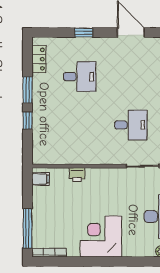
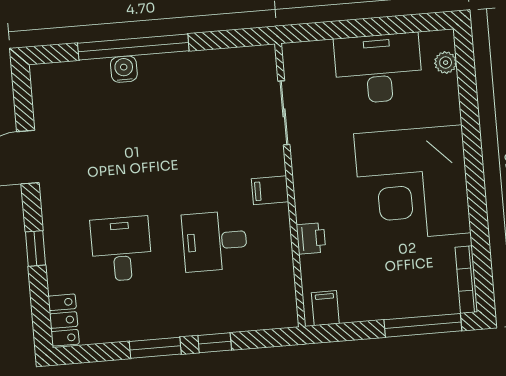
locker: (39, 59) -> (64, 320), moved, turned 90
desk: (131, 125) -> (215, 241), moved, turned -90
filing cabinet: (103, 156) -> (270, 190), added
corner desk: (101, 236) -> (412, 183), width x1.36, depth x1.36

